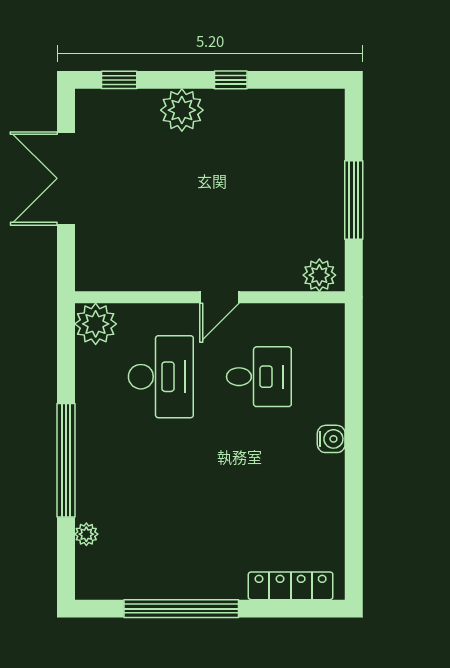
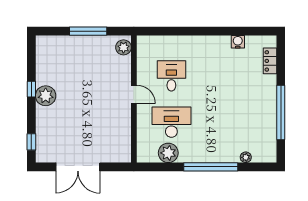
plant: (182, 110) -> (46, 96), moved
plant: (96, 324) -> (168, 153), moved
water cooler: (331, 439) -> (238, 42), moved
locker: (291, 586) -> (270, 61), width x0.66

